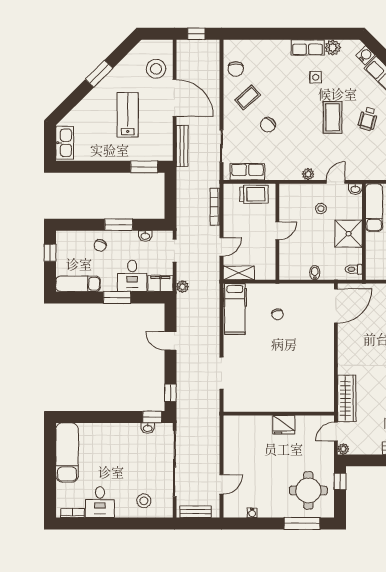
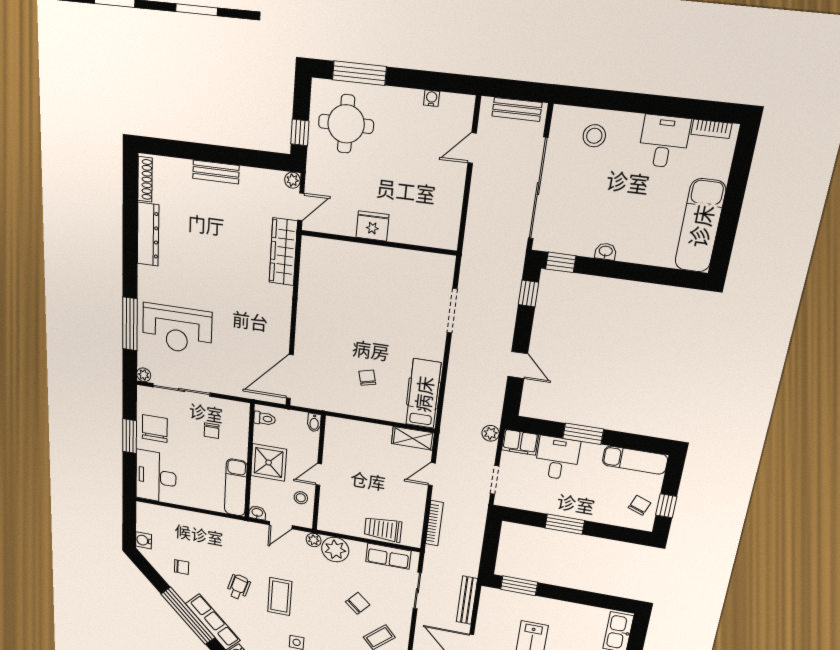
plant: (290, 169) -> (335, 550), added
door: (277, 231) -> (319, 474), moved
wall: (277, 232) -> (319, 473), moved
washbasin: (145, 236) -> (531, 505), removed
chair: (100, 245) -> (640, 505), moved
washbasin: (148, 428) -> (606, 251), moved

